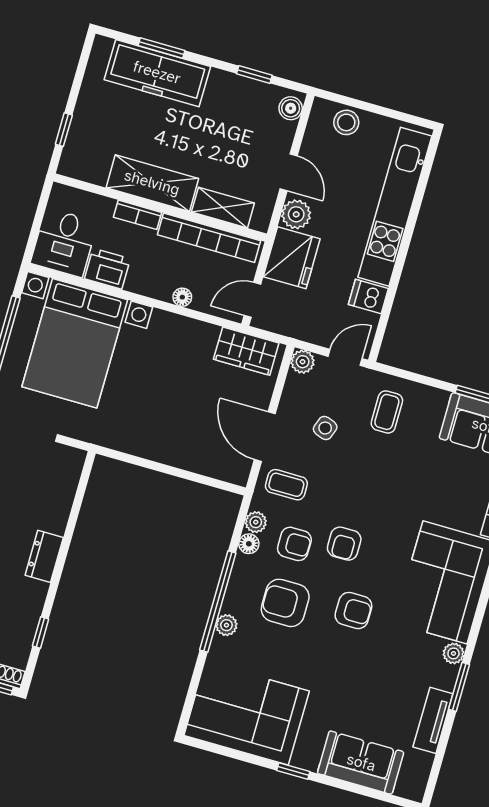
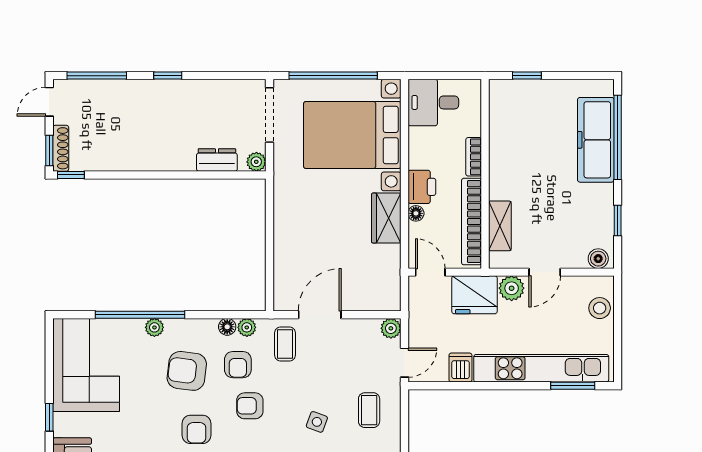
window: (162, 48) -> (618, 137), width x2.11
window: (424, 177) -> (573, 386), added
shelving: (152, 183) -> (503, 162), removed
printer: (107, 269) -> (422, 187), moved
wardrobe: (246, 351) -> (386, 218), moved
door: (345, 357) -> (404, 363), hinge flipped
coffee table: (387, 412) -> (369, 410), turned 90
side table: (325, 428) -> (317, 422), moved
plant: (74, 459) -> (256, 162), added
dresser: (44, 556) -> (217, 160), moved
window: (218, 601) -> (140, 315), moved
armchair: (285, 603) -> (187, 371), turned -83
window: (41, 632) -> (71, 175), moved

